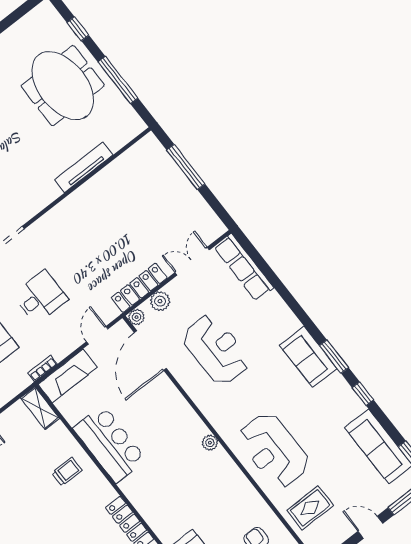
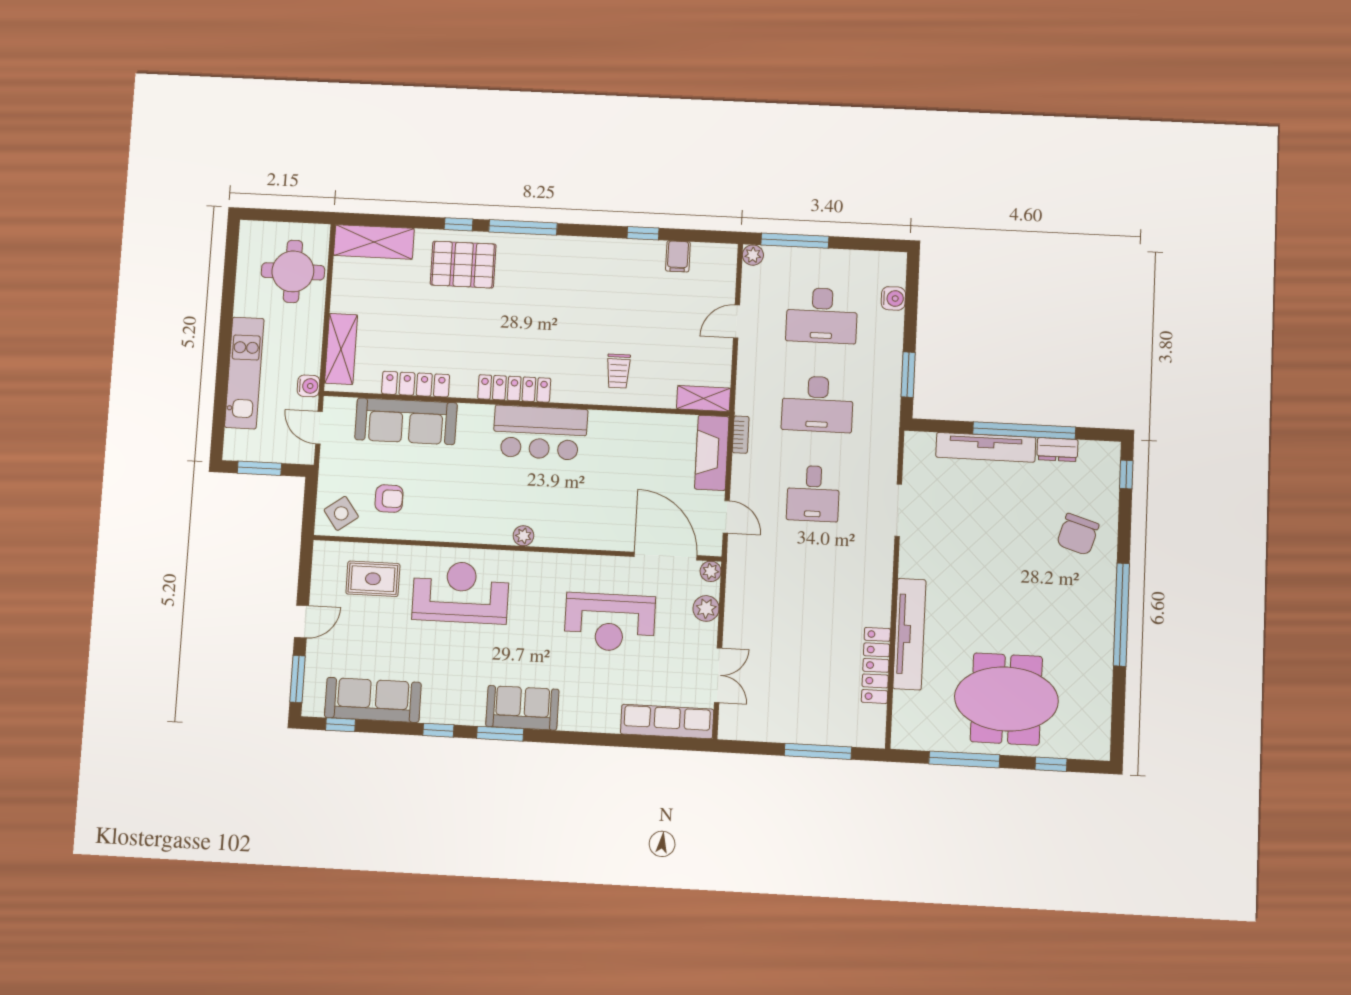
tv unit: (84, 167) -> (909, 634), width x1.36, depth x1.29
locker: (139, 288) -> (876, 665), moved, turned 180
bar counter: (110, 444) -> (540, 433), moved
rug: (310, 508) -> (373, 579), turned 90

